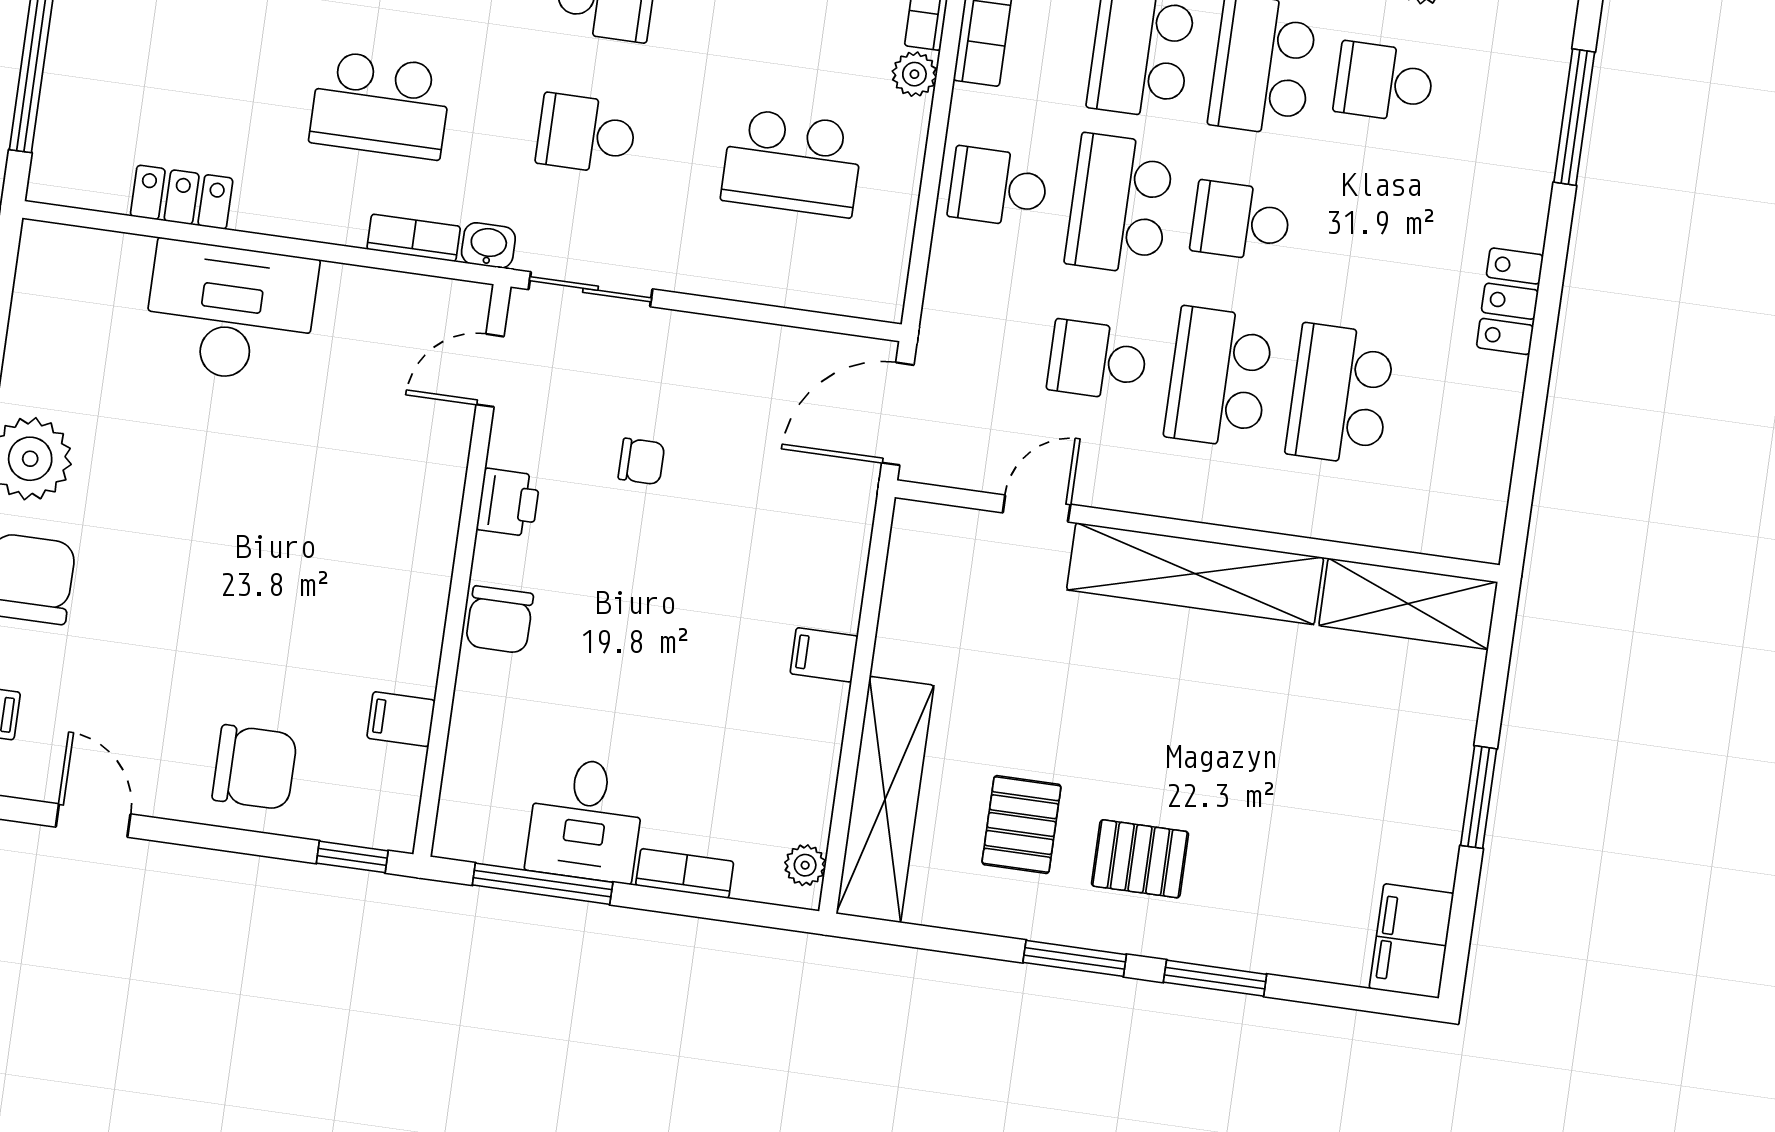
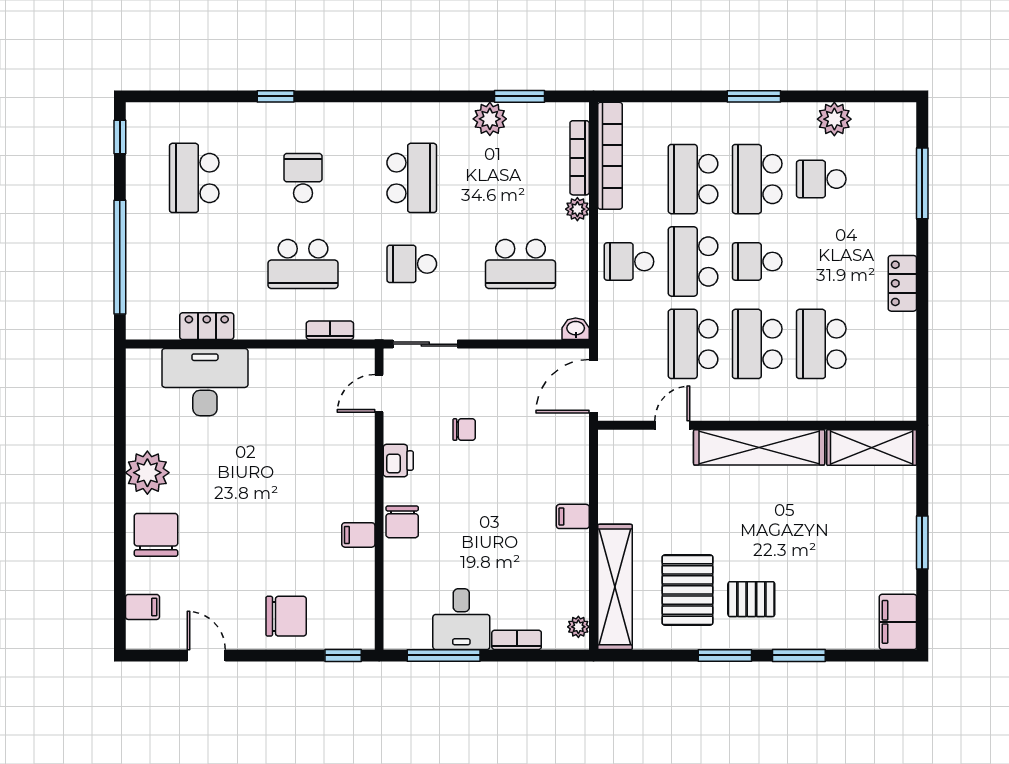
washbasin: (488, 245) -> (576, 329), moved
desk: (230, 312) -> (205, 382), moved
school desk: (1098, 360) -> (693, 344), width x1.85
filing cabinet: (401, 719) -> (358, 535), moved
pallet: (1021, 825) -> (687, 590), width x1.50, depth x1.42

